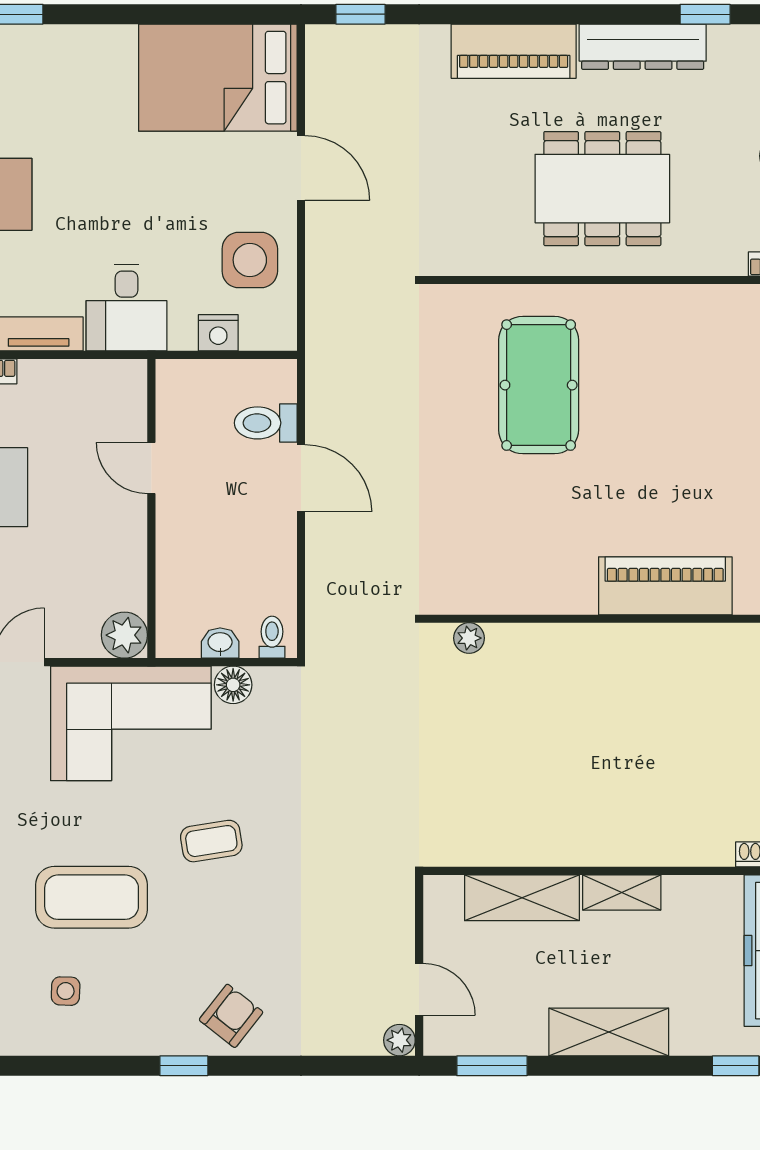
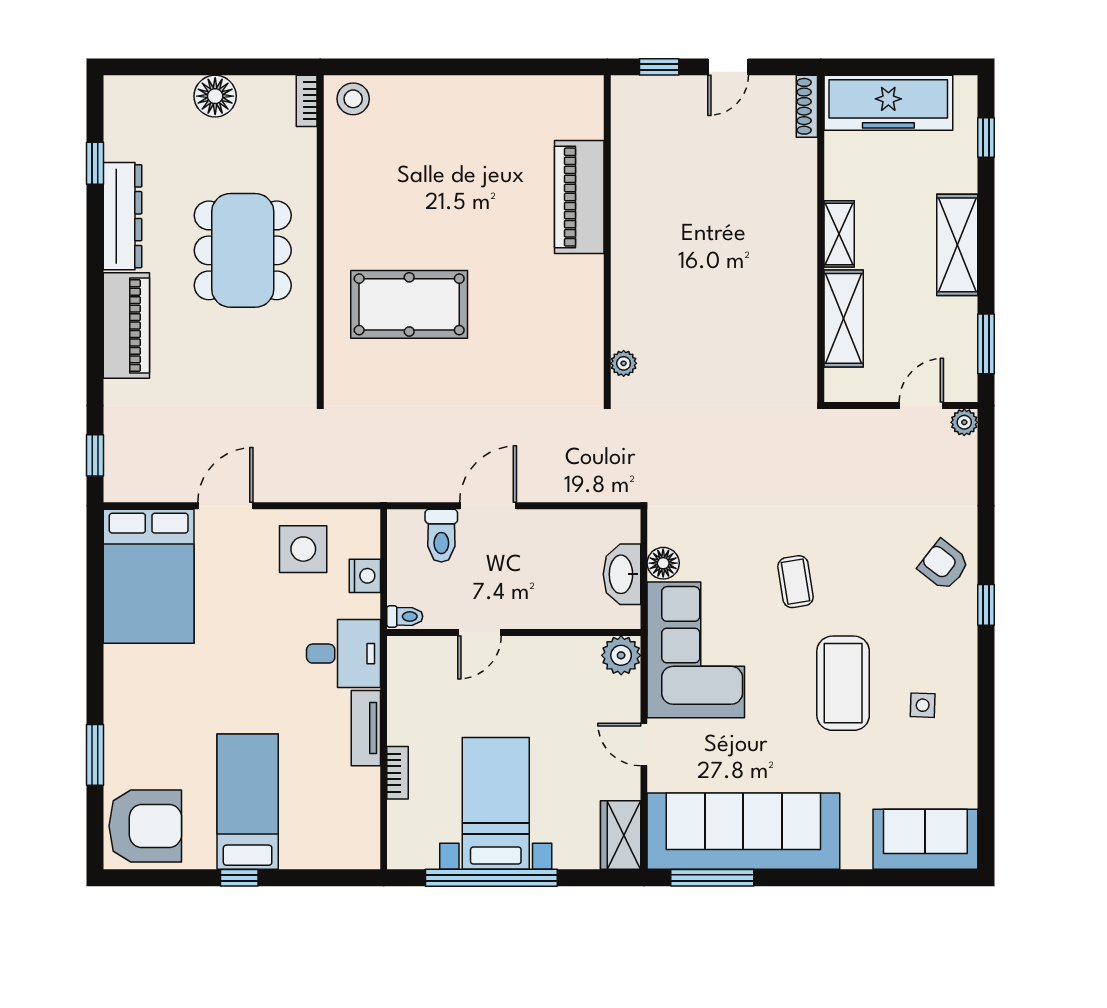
toilet: (272, 637) -> (405, 616), moved, turned 180
washbasin: (220, 643) -> (622, 574), width x1.91, depth x1.45

